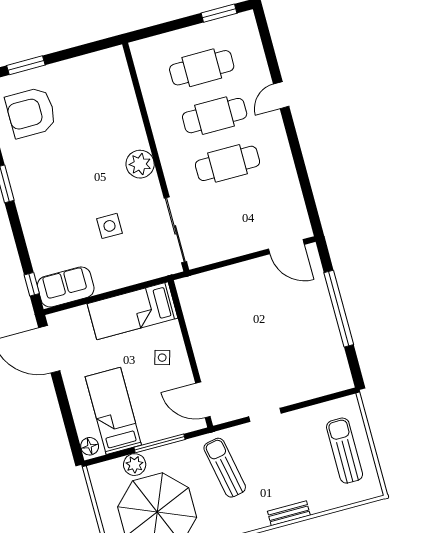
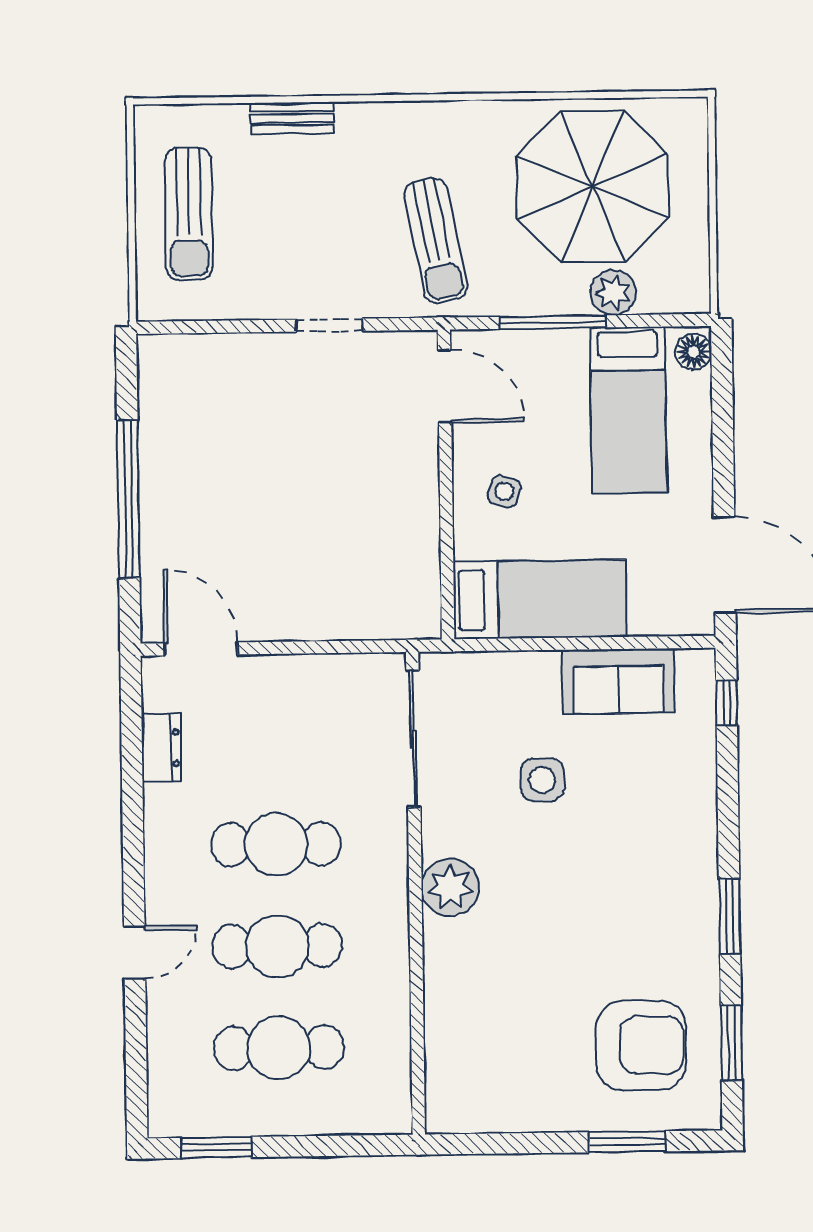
dresser: (293, 195) -> (161, 748), added
sofa: (66, 287) -> (618, 681), moved
bench: (289, 513) -> (292, 118), moved

